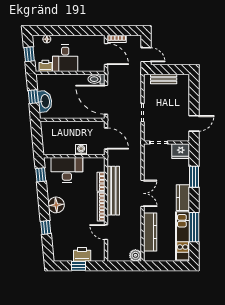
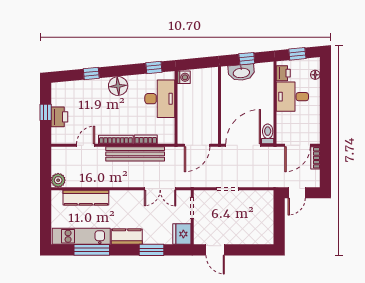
bench: (164, 79) -> (268, 214), removed
washing machine: (81, 150) -> (184, 77), moved
double door: (143, 193) -> (160, 189), moved

